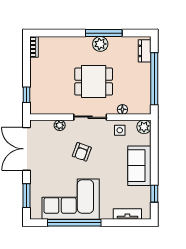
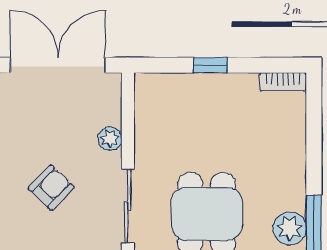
window: (26, 95) -> (210, 65), moved
armchair: (82, 152) -> (51, 188), turned 114

